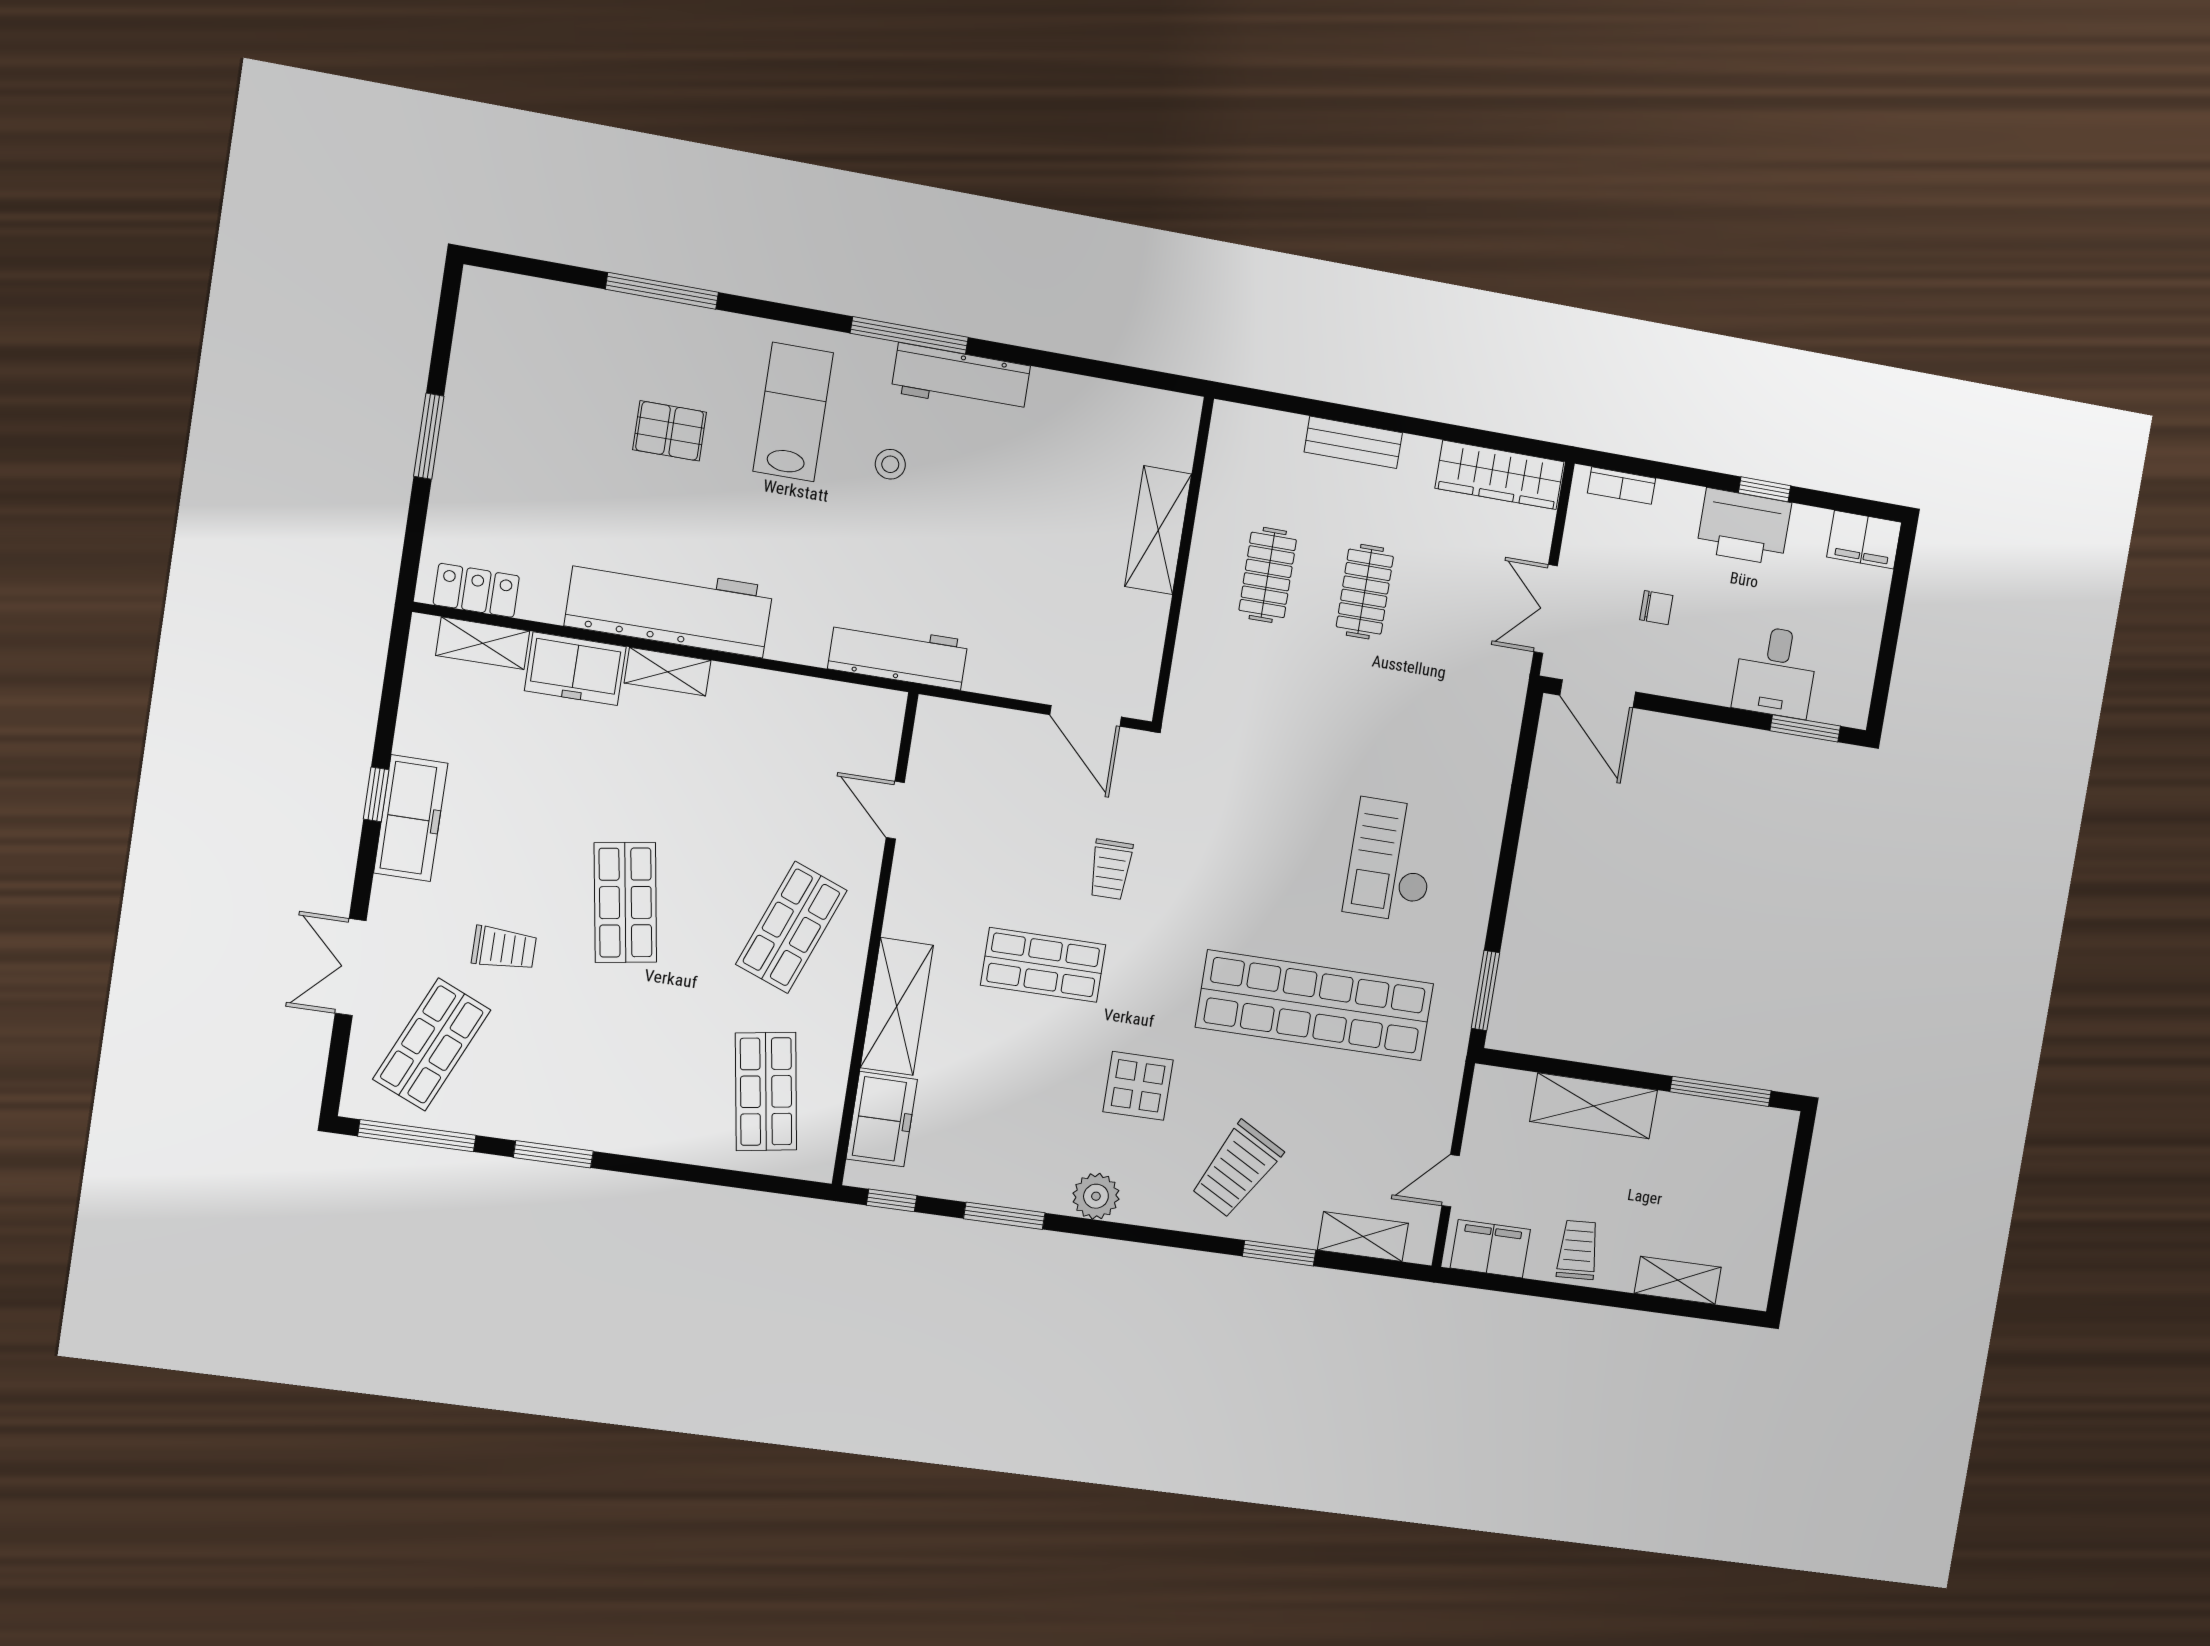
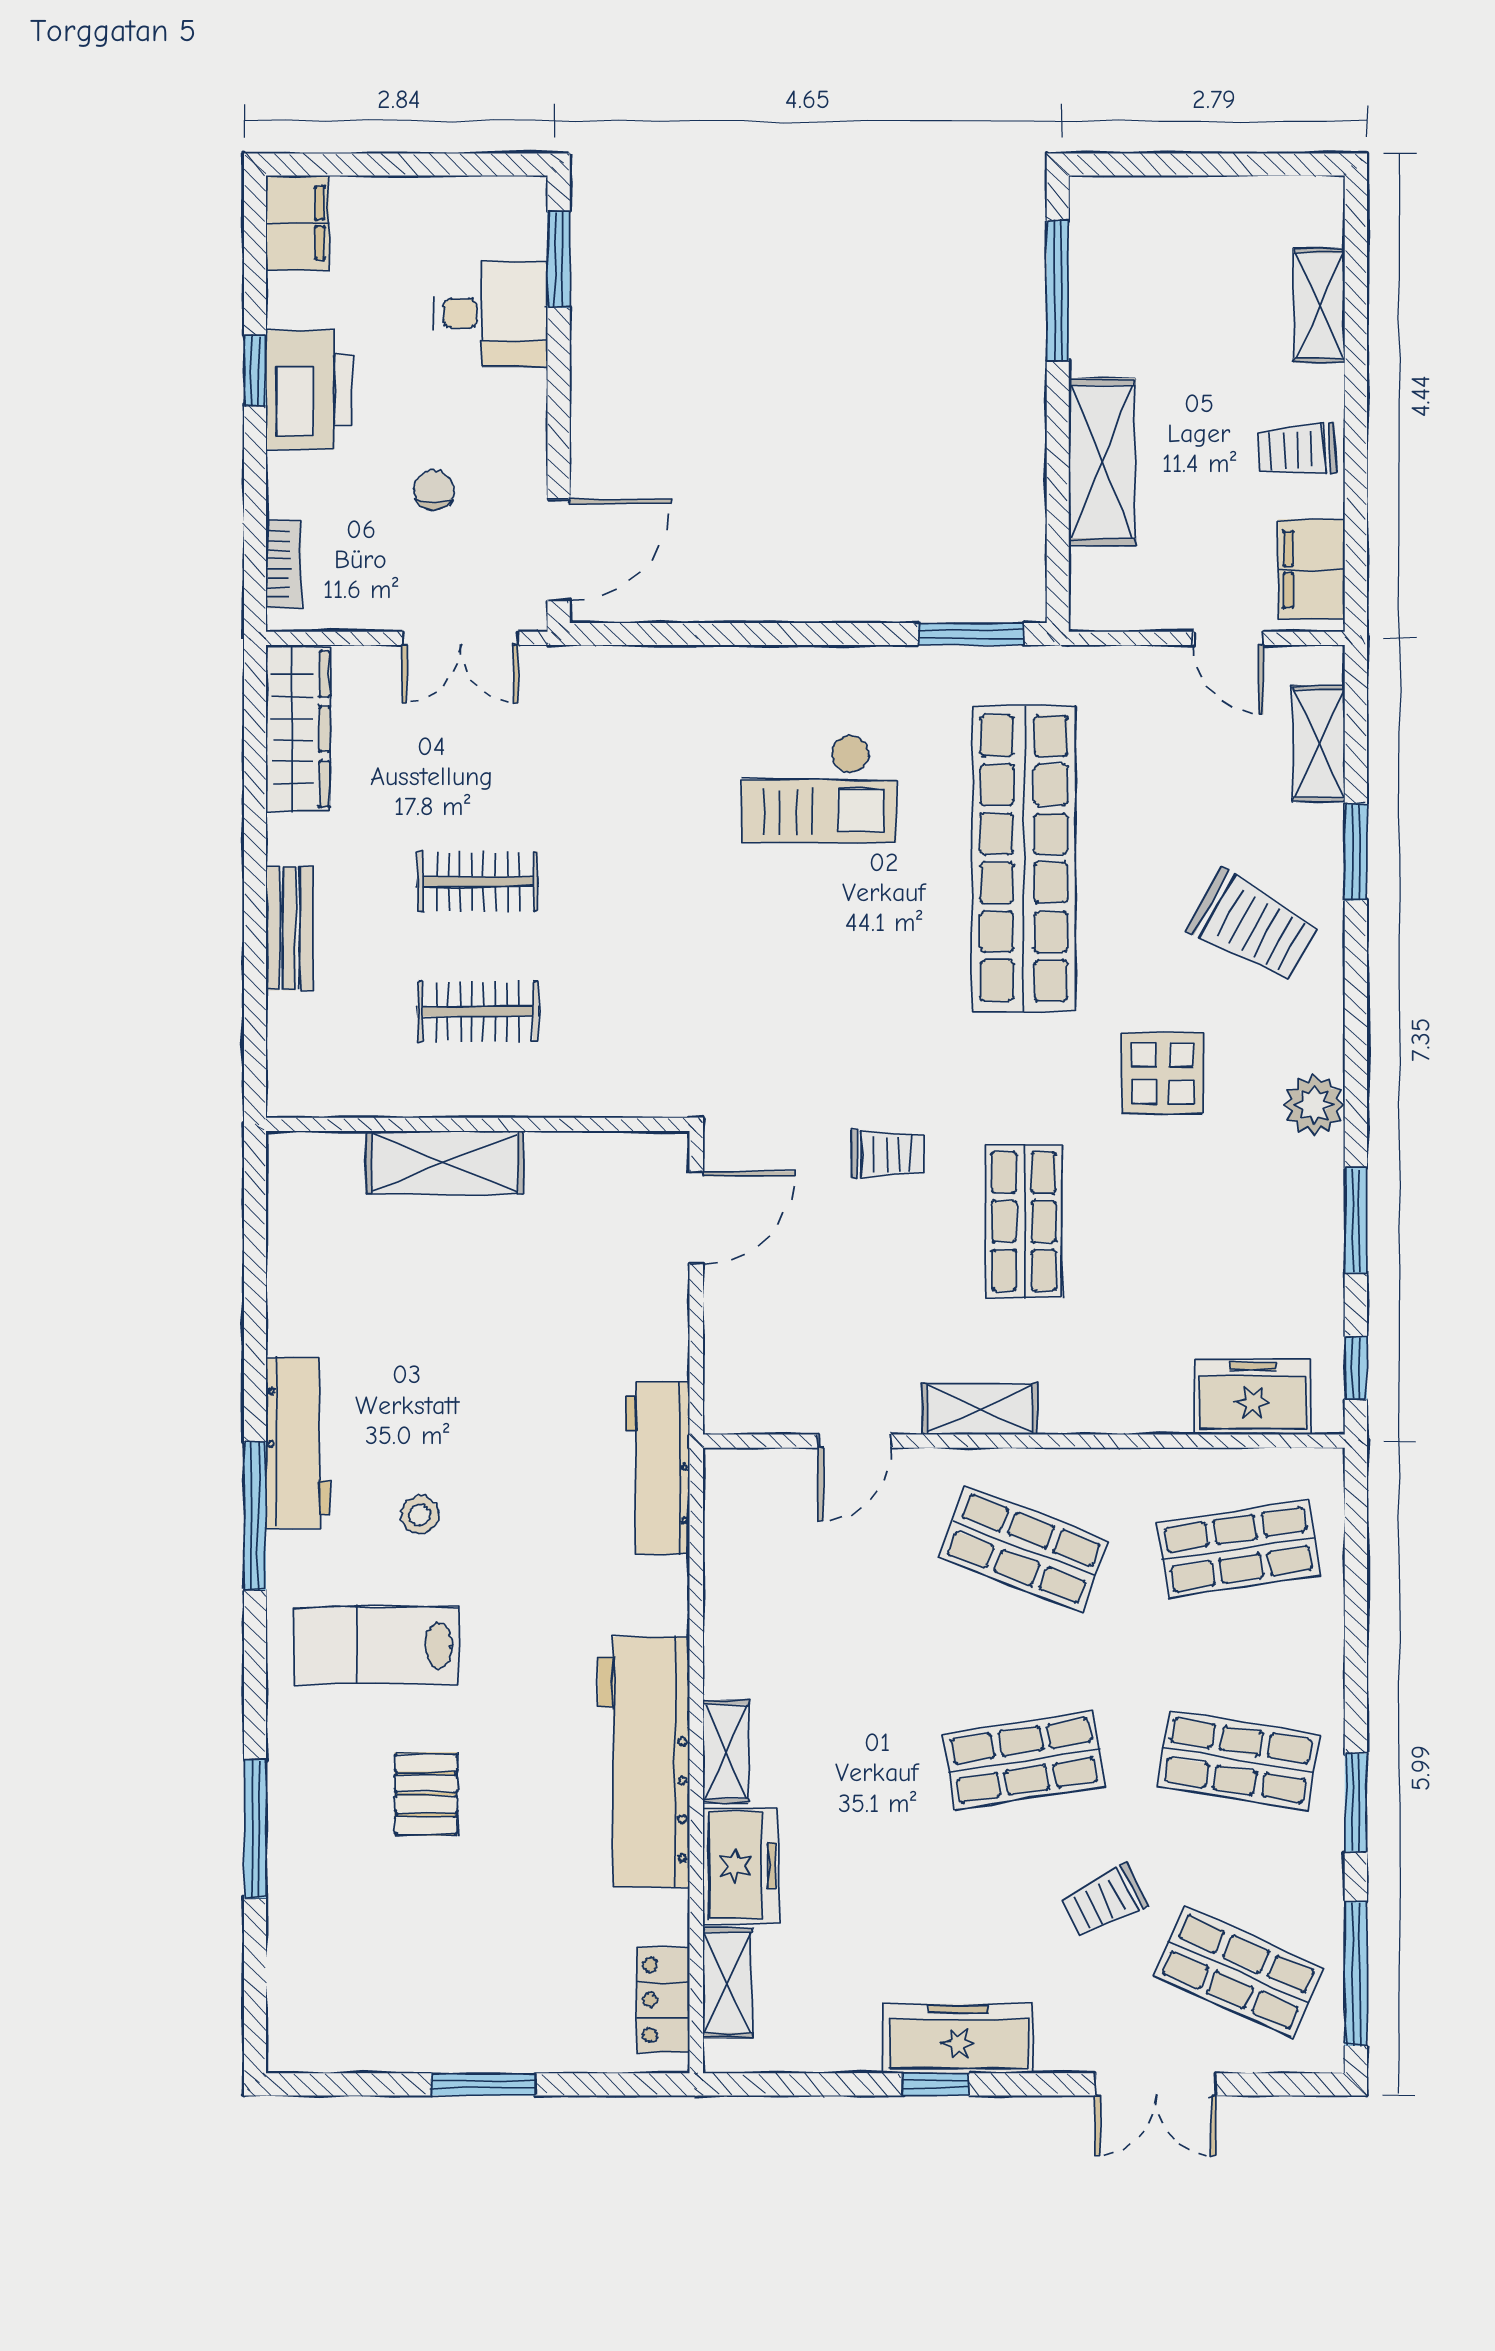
trolley: (504, 948) -> (1104, 1901), turned -117
shelving: (897, 1006) -> (980, 1409), moved, width x0.67, depth x0.75
shop shelf: (600, 1068) -> (1238, 1761), added

